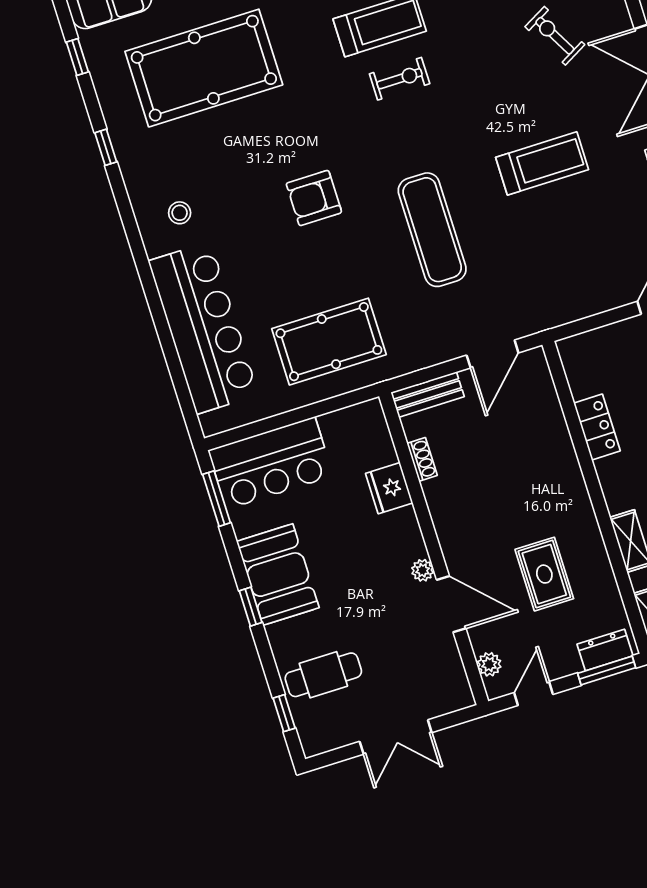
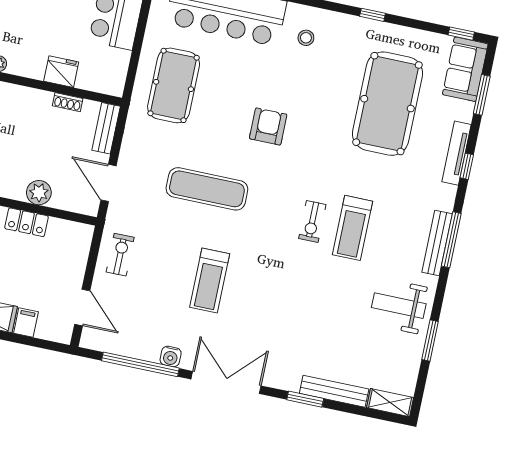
exercise bike: (555, 36) -> (120, 255), moved, turned -61
window: (77, 57) -> (461, 34), moved
plant: (552, 432) -> (39, 193), added

